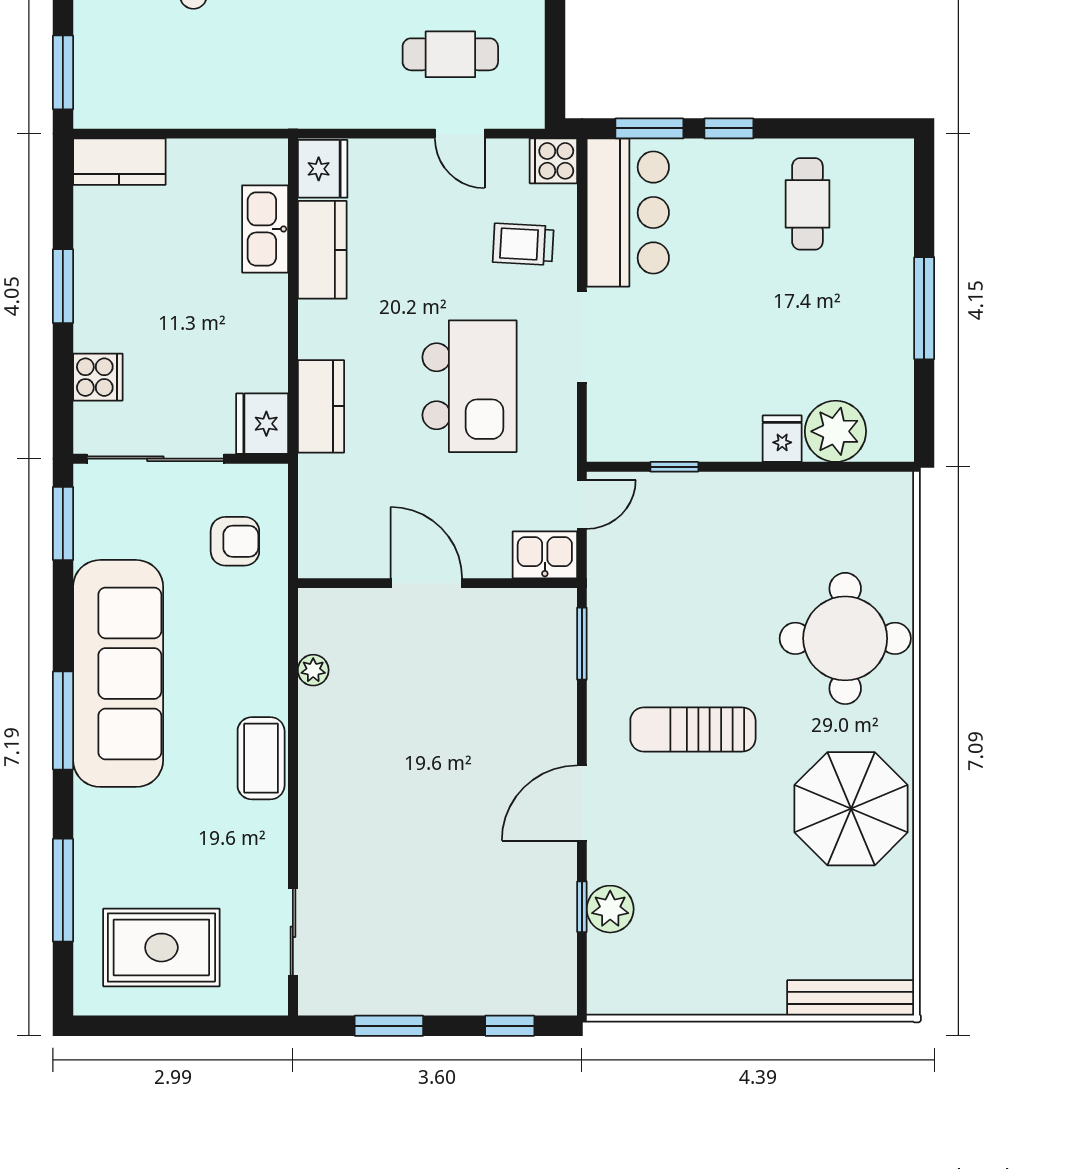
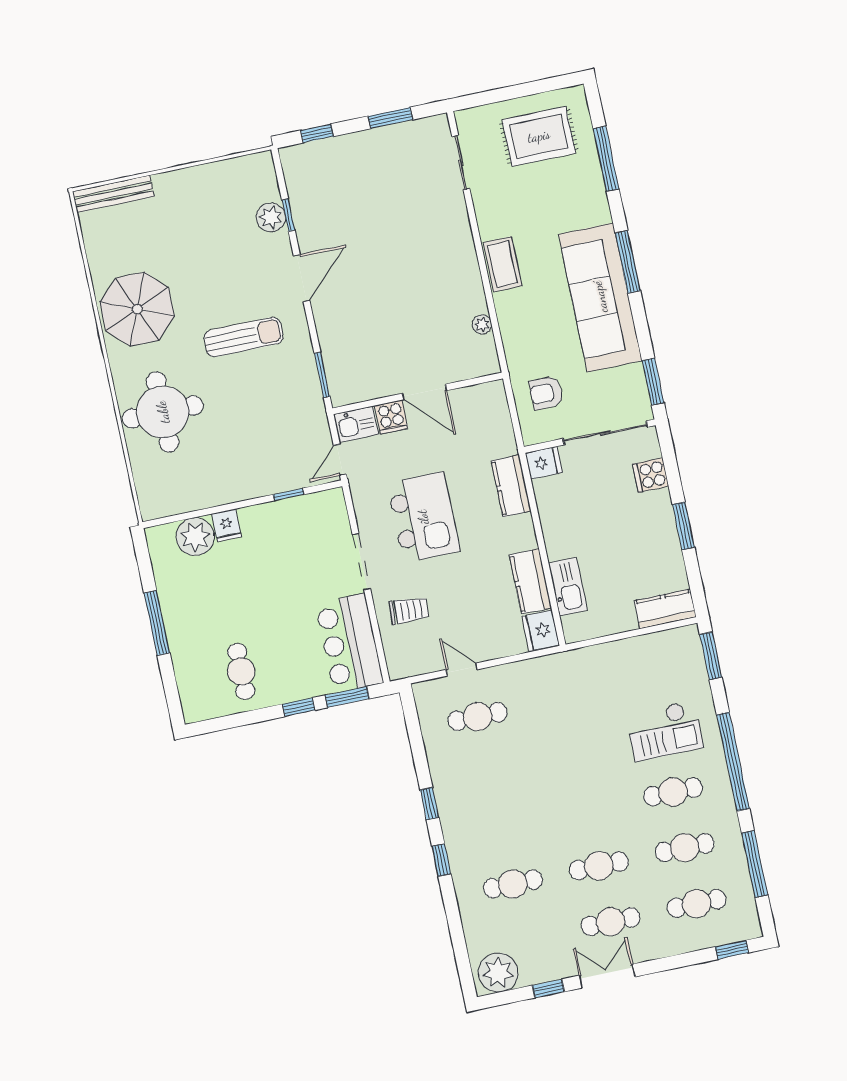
cooker: (553, 161) -> (391, 417), moved, turned 90
kitchen island: (469, 386) -> (423, 517), turned 180
fridge: (262, 424) -> (544, 463), width x0.72

